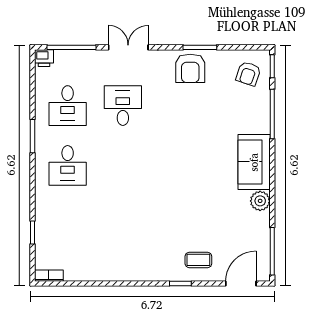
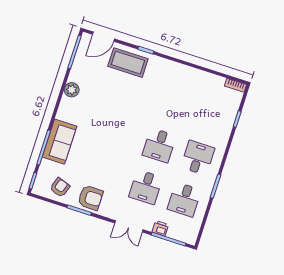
printer: (44, 58) -> (160, 228), moved
armchair: (190, 68) -> (90, 198), turned 90
armchair: (248, 74) -> (60, 187), moved
desk: (68, 106) -> (184, 199), turned 180
sofa: (254, 162) -> (60, 142), moved
desk: (123, 165) -> (159, 145), added
coffee table: (198, 260) -> (128, 63), width x1.86, depth x1.72

